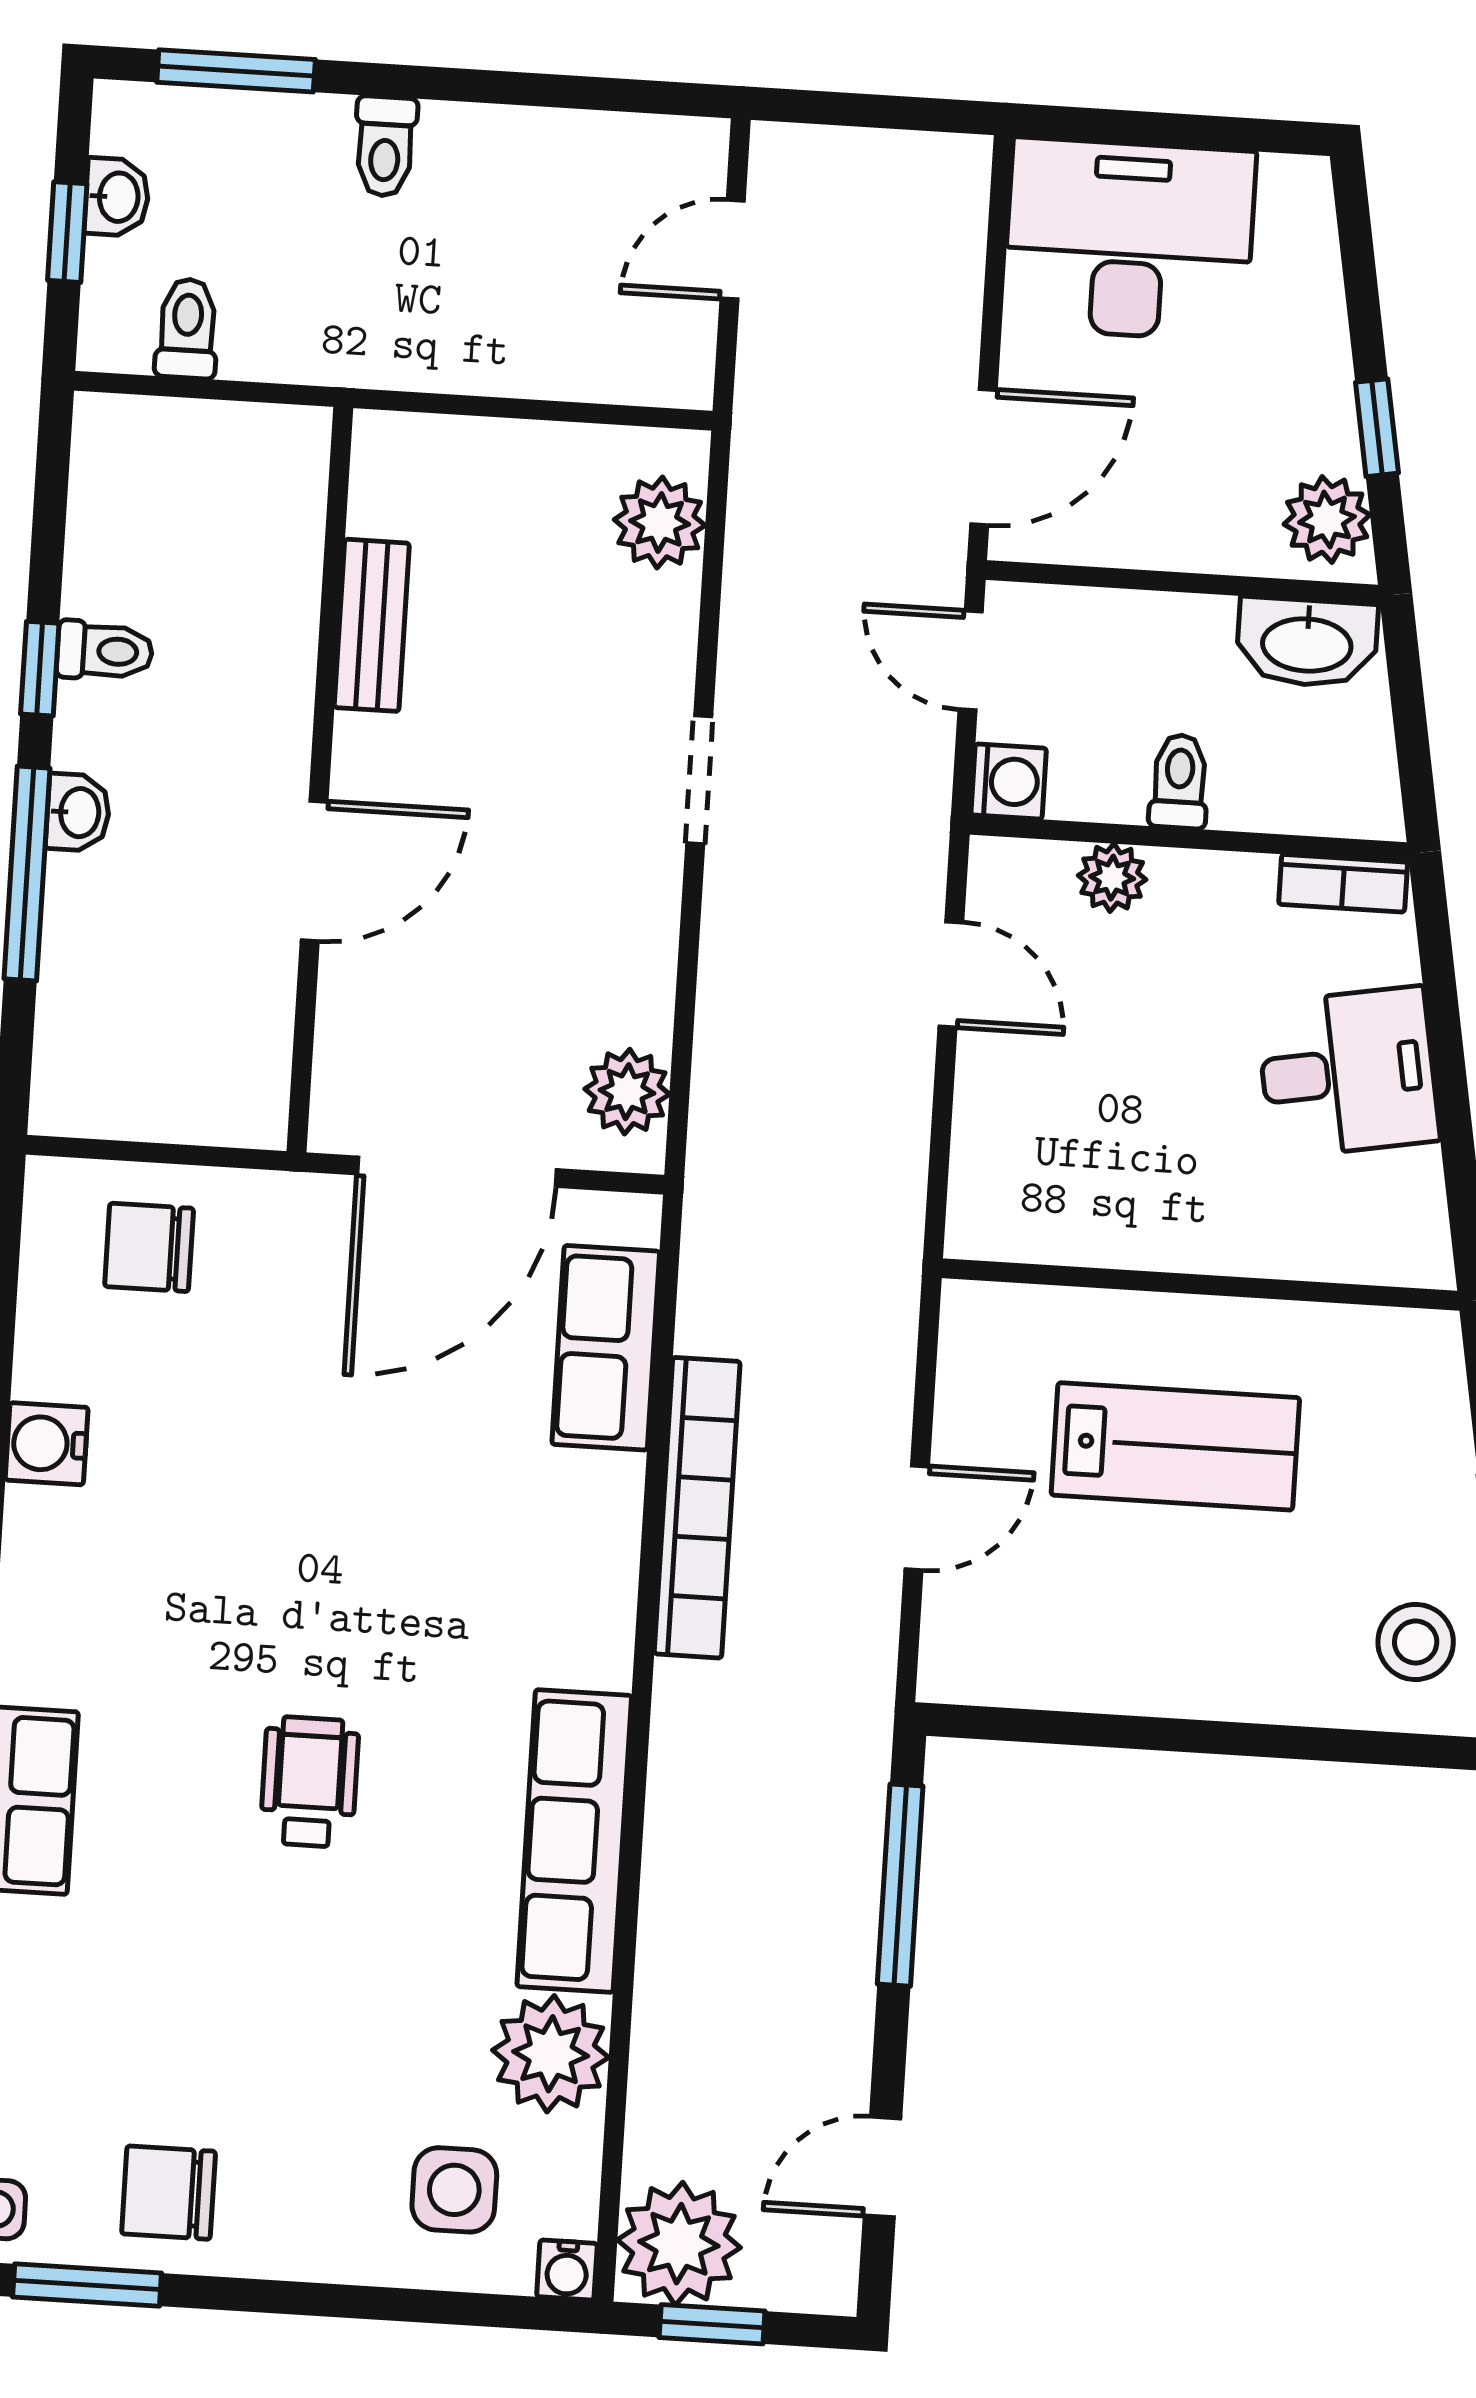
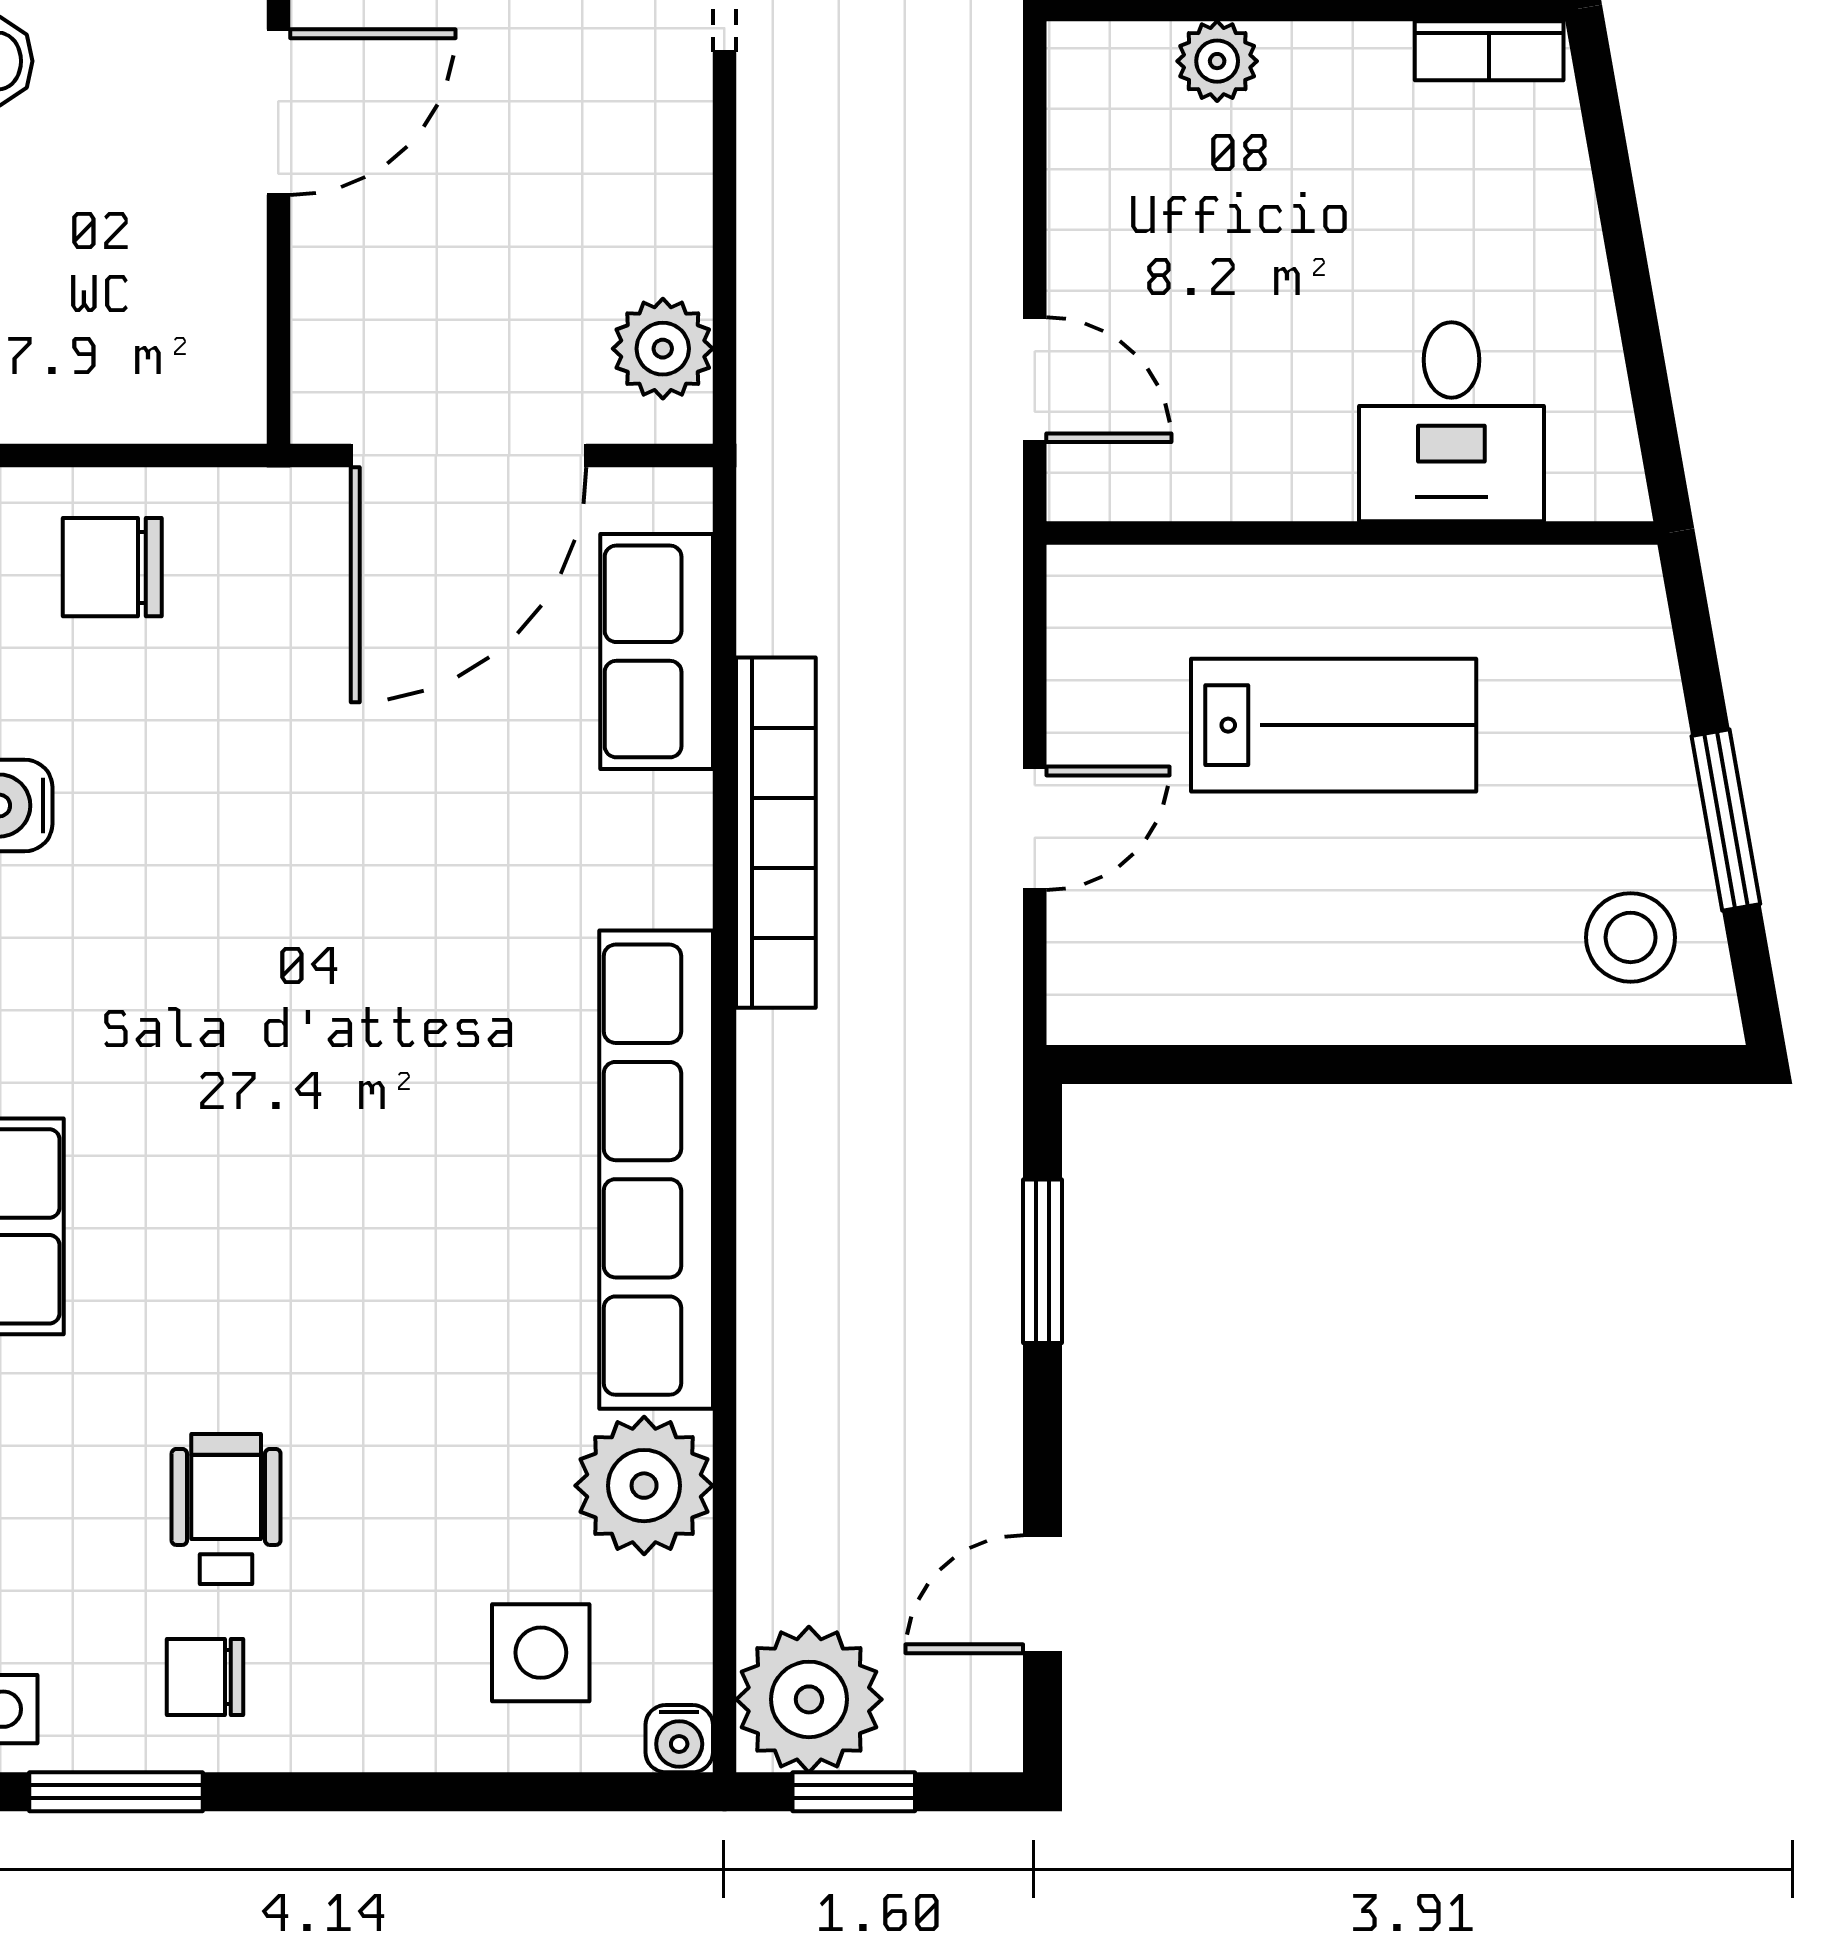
door: (951, 974) -> (1035, 380), moved
desk: (1348, 1072) -> (1451, 422), moved, turned 100
wheelchair: (309, 1782) -> (226, 1509), moved
row of seats: (574, 1841) -> (656, 1170), width x1.36
window: (900, 1885) -> (1043, 1261), width x0.69
chair: (169, 2193) -> (205, 1677), width x0.73, depth x0.73

